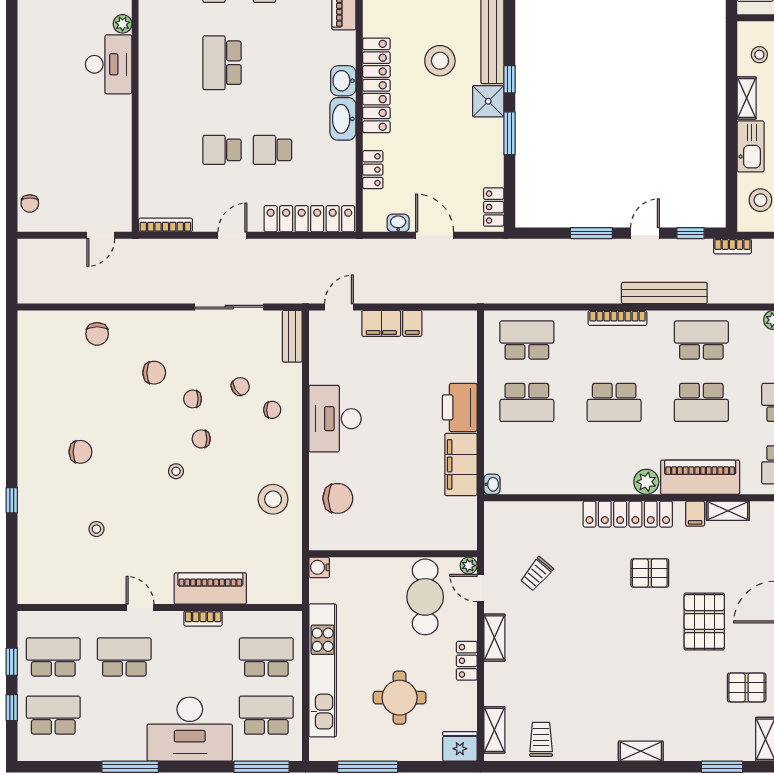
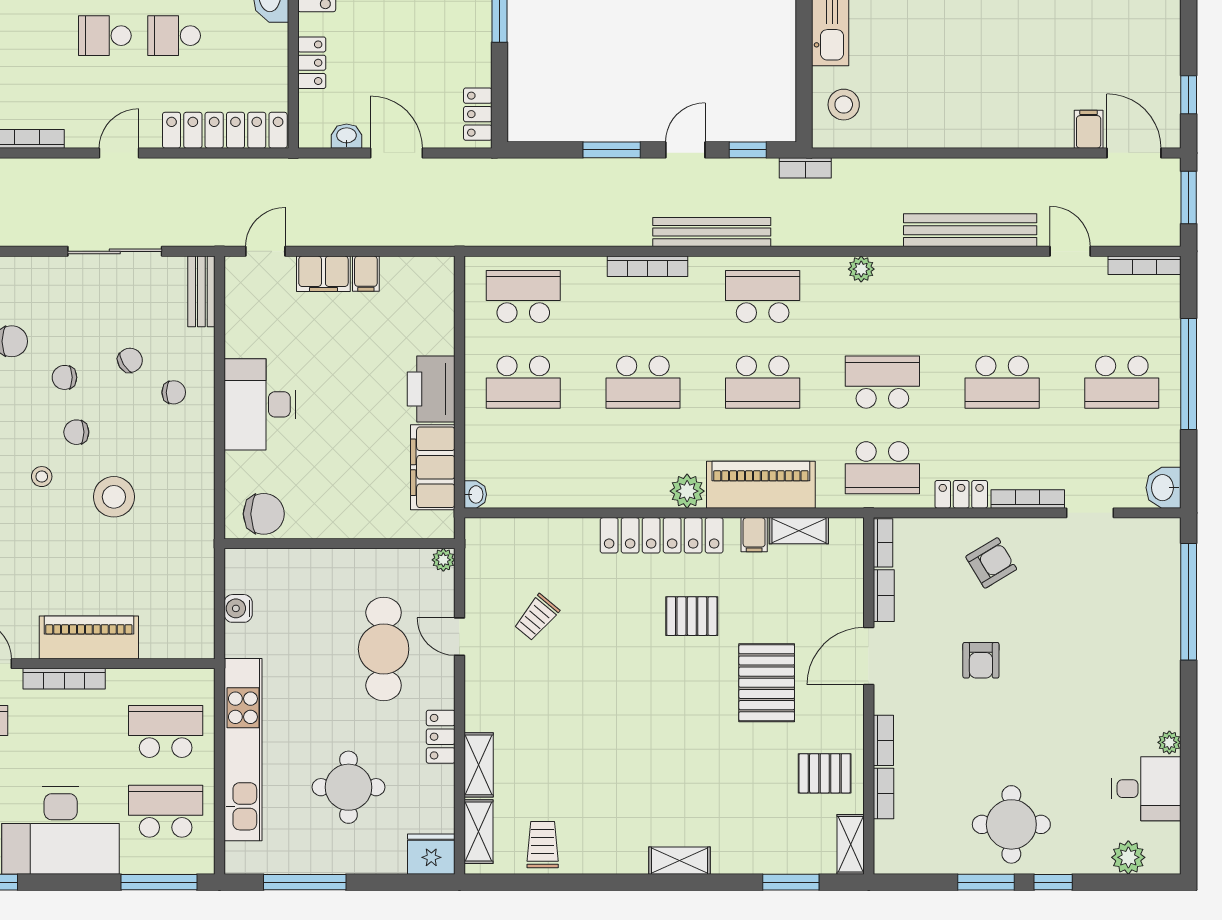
stool: (273, 499) -> (114, 497), moved
wall: (393, 554) -> (339, 544), moved
plant: (469, 566) -> (443, 560), moved
bookcase: (203, 619) -> (64, 679), width x1.56
shelving: (494, 638) -> (479, 765), moved

